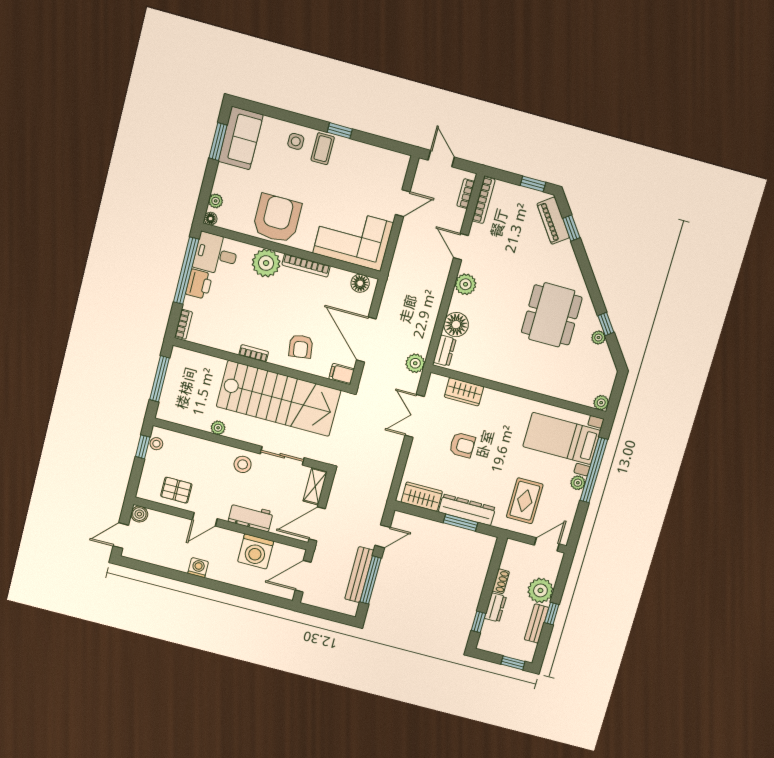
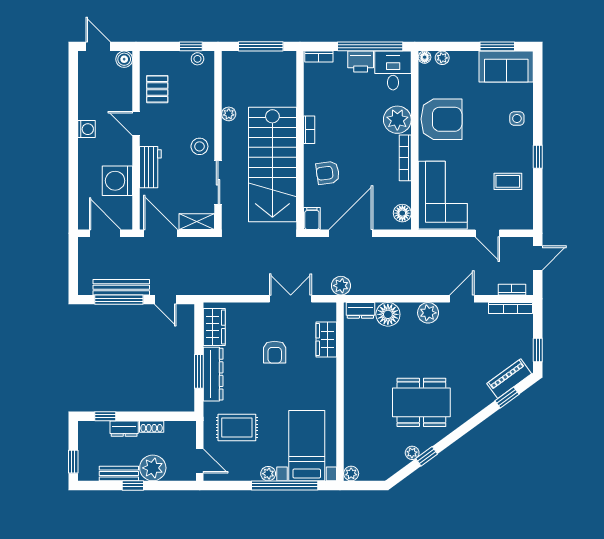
coffee table: (323, 149) -> (508, 181), moved

